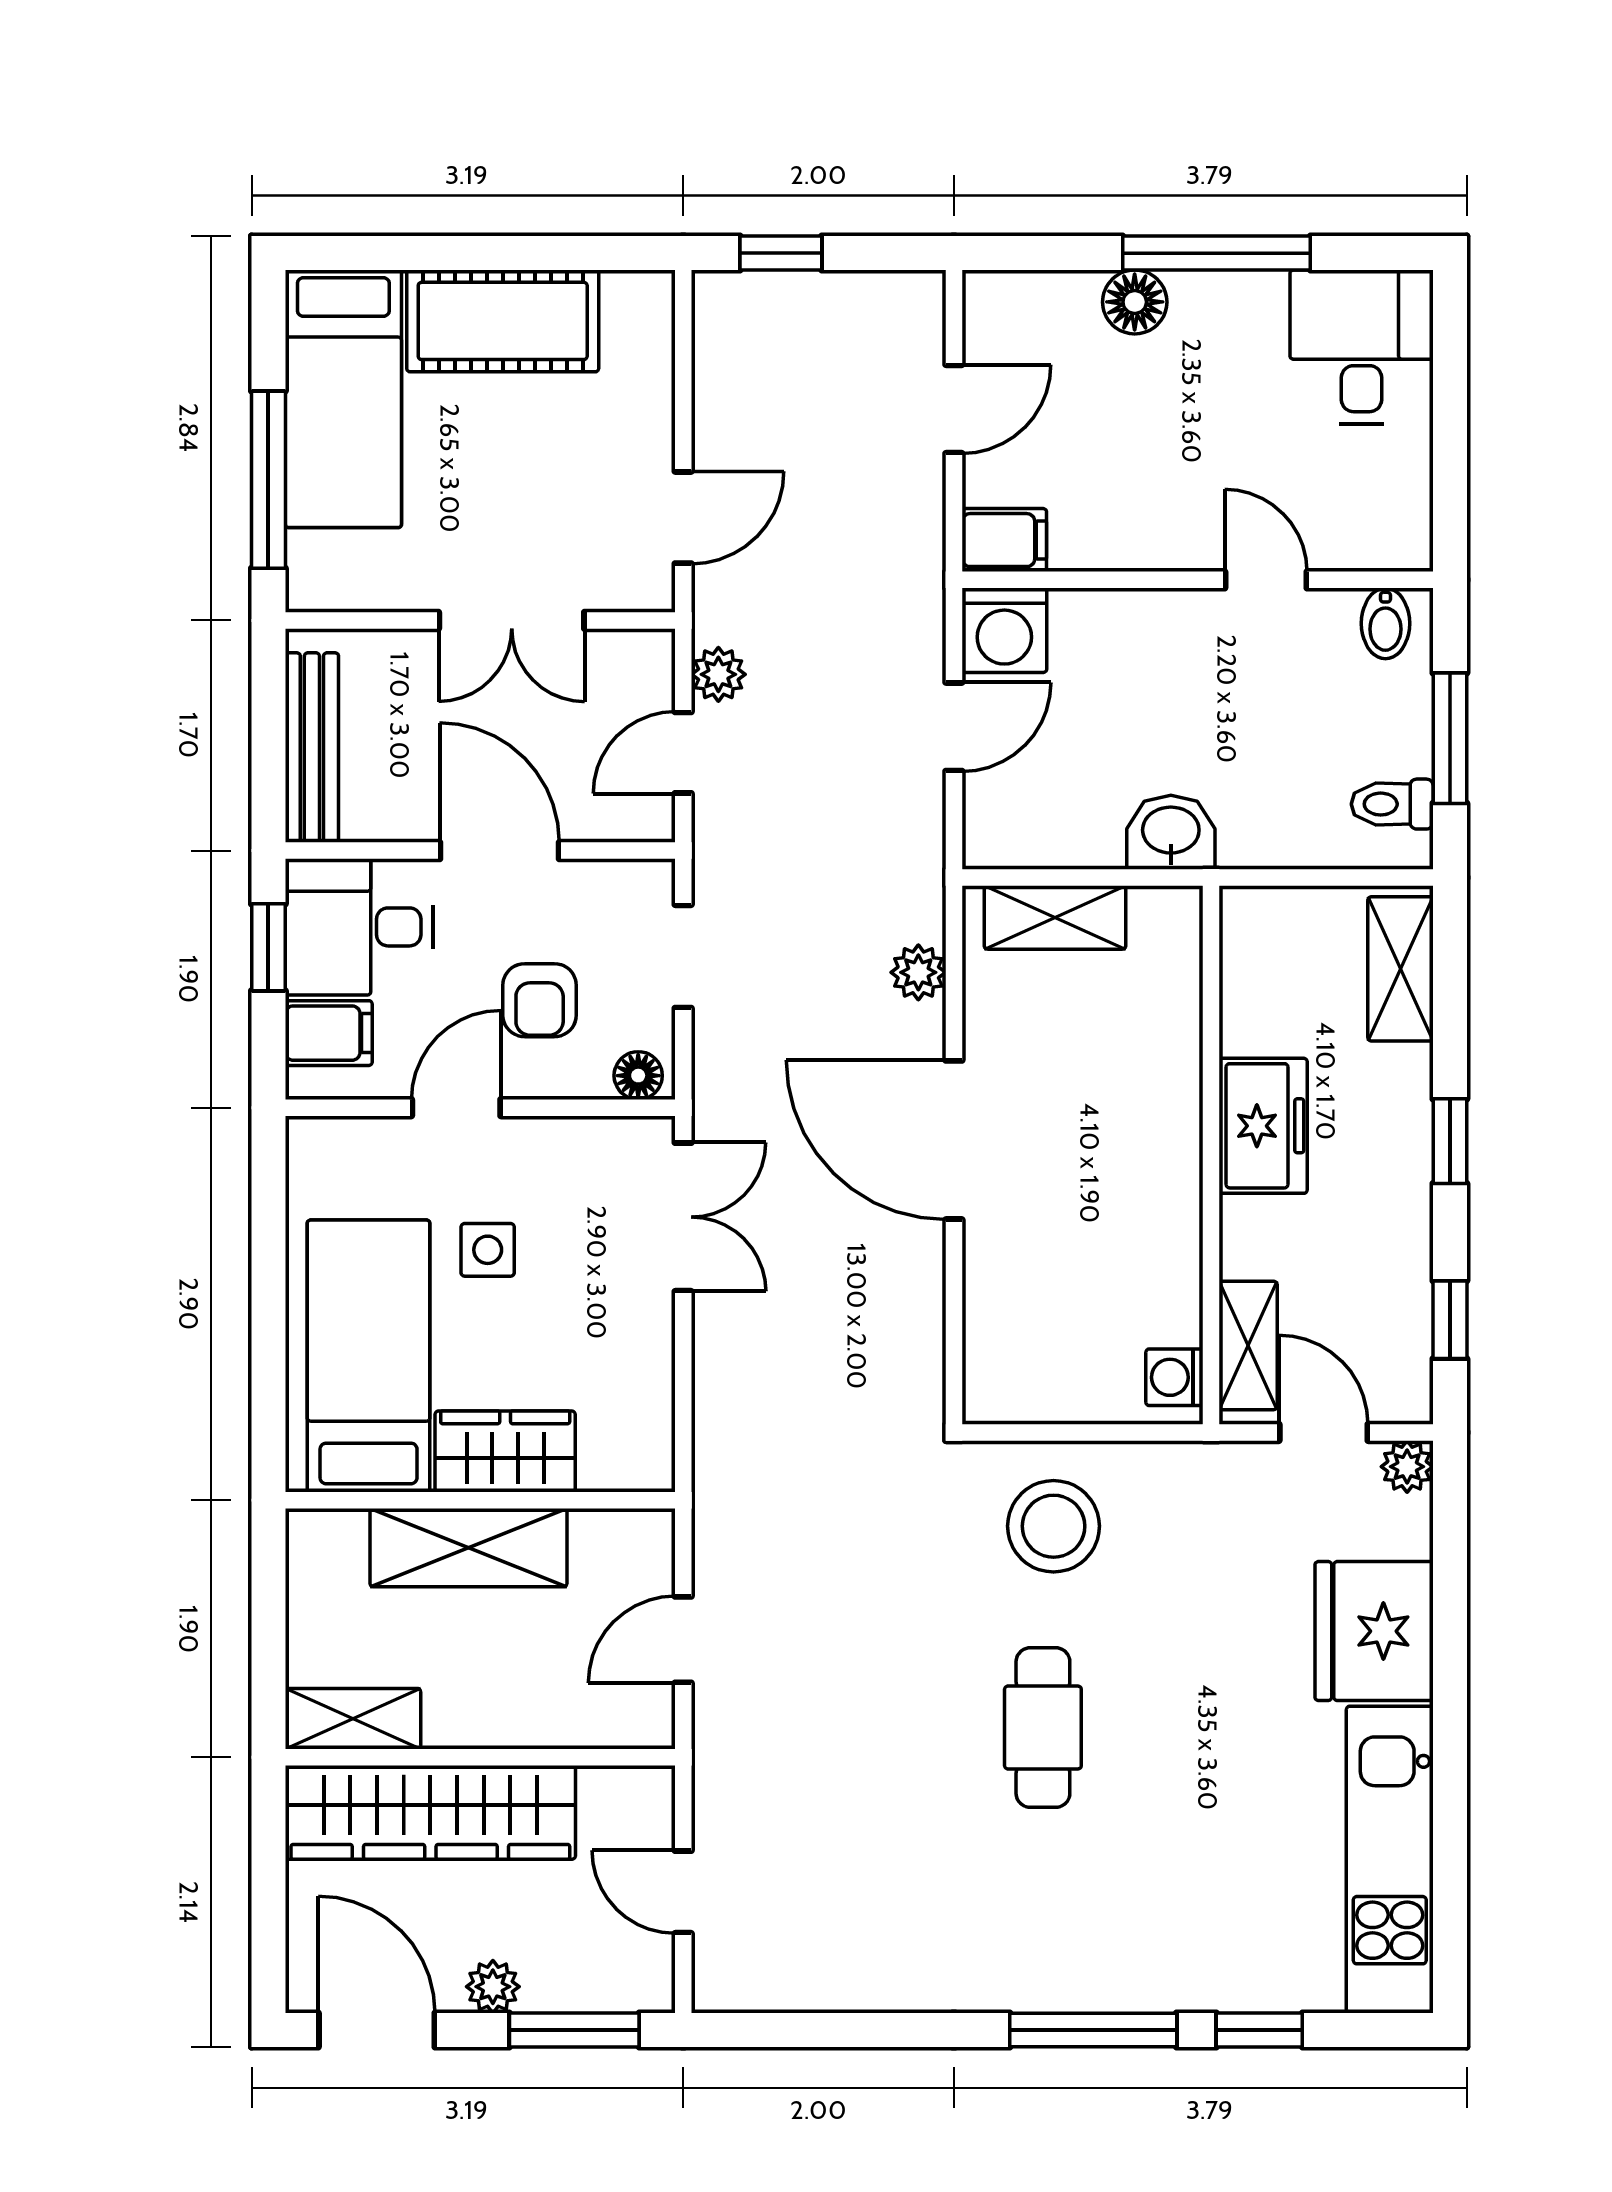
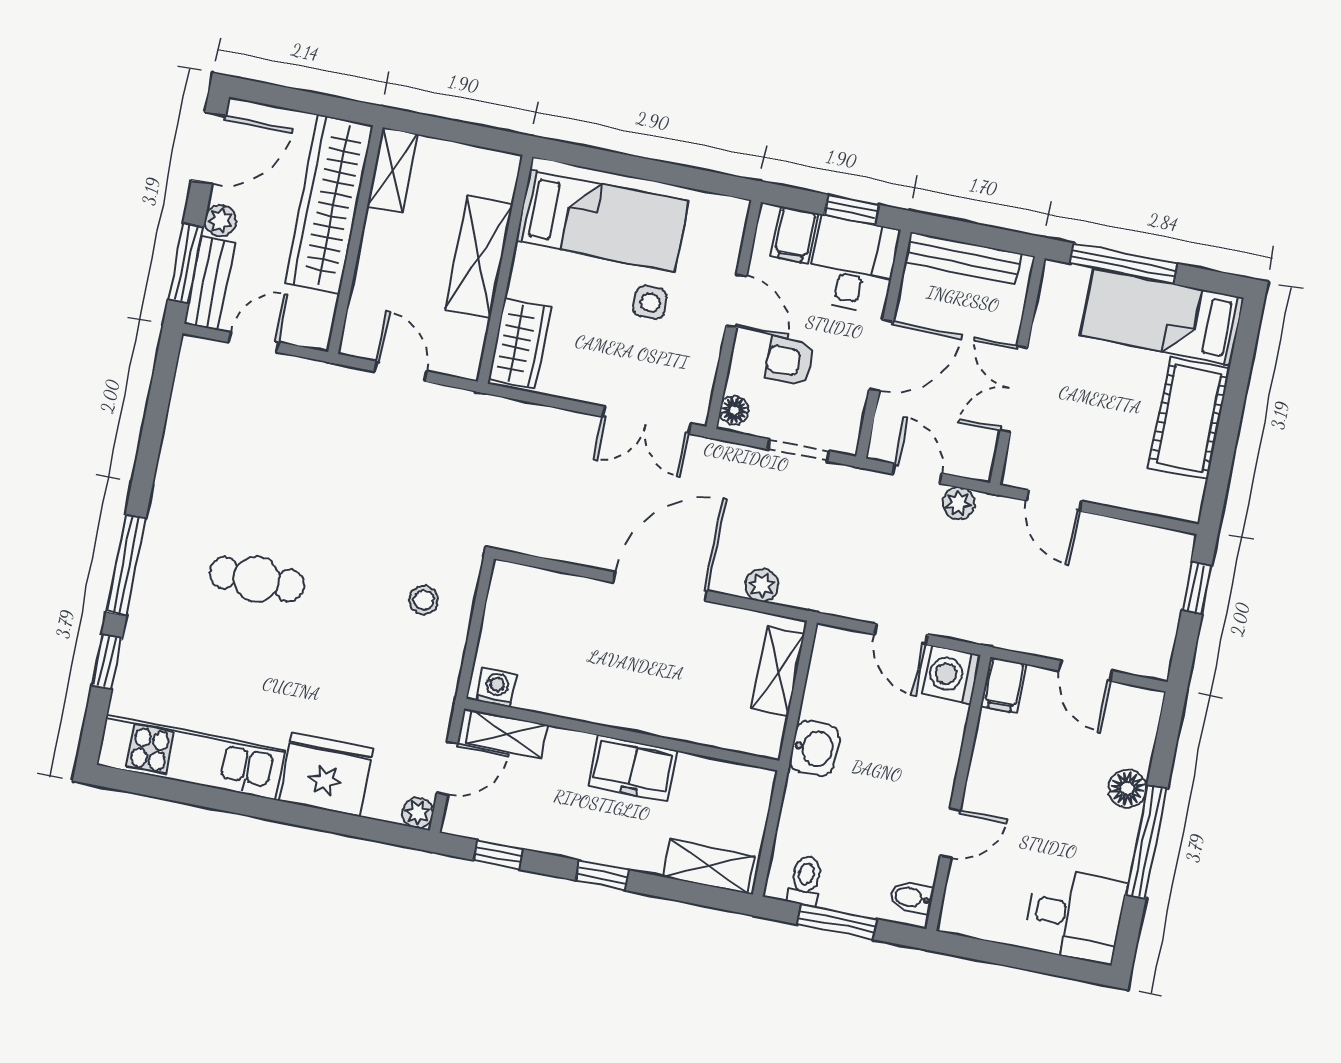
wardrobe: (505, 1451) -> (520, 344), moved
stool: (1054, 1526) -> (424, 600), width x0.53, depth x0.53
cafe table: (1043, 1728) -> (256, 579), moved
bench: (600, 1984) -> (209, 283), added

